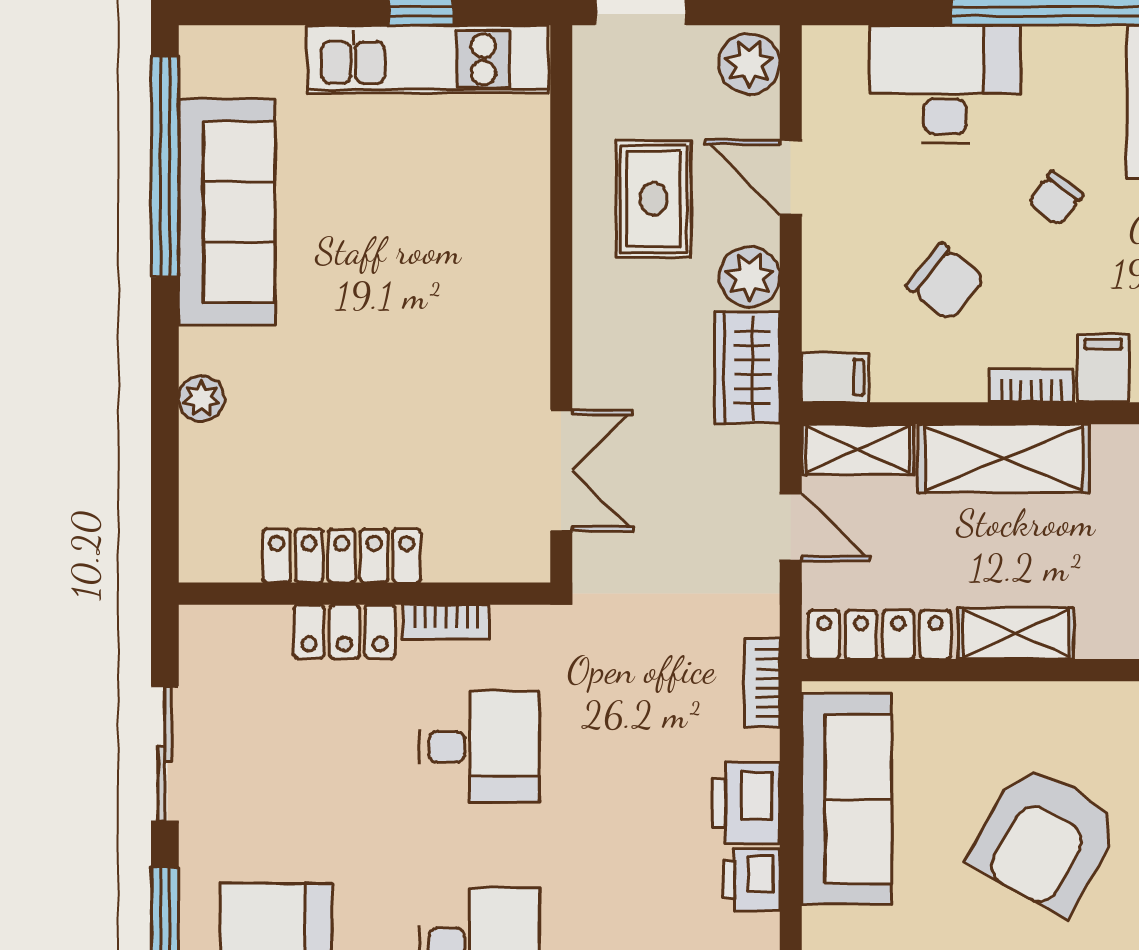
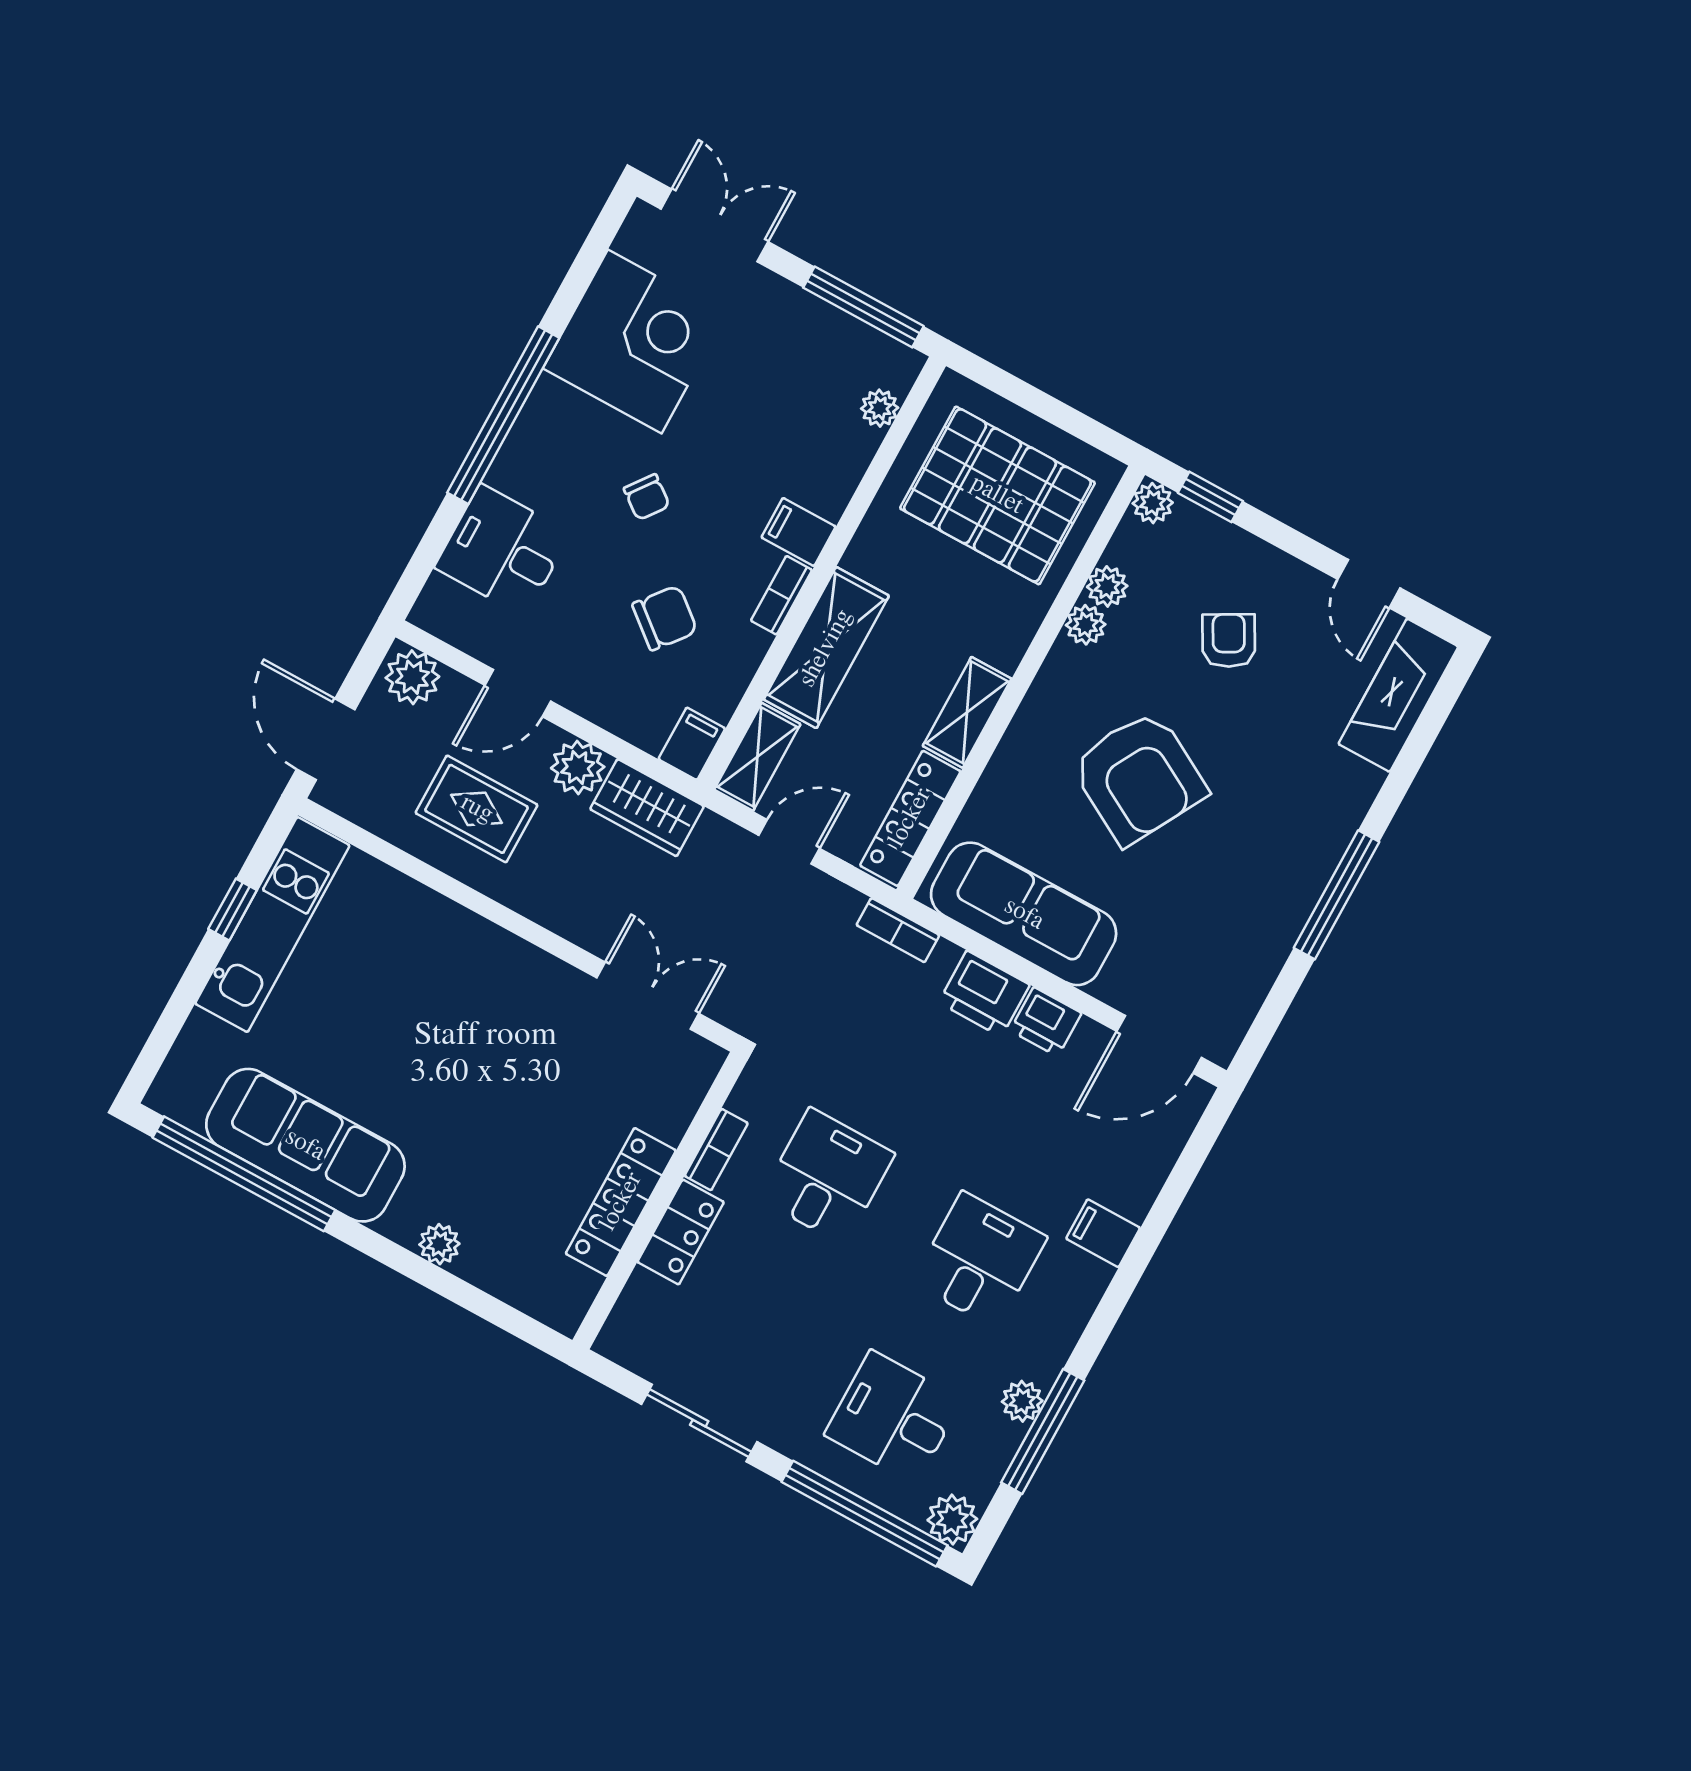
desk: (945, 84) -> (503, 550), width x0.73

